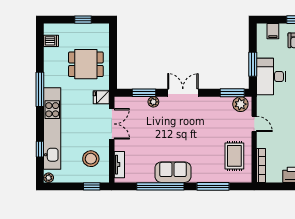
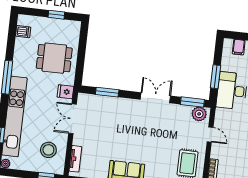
double door: (183, 93) -> (155, 98), moved
plant: (153, 102) -> (115, 102), removed
double door: (112, 124) -> (73, 119), swing flipped

